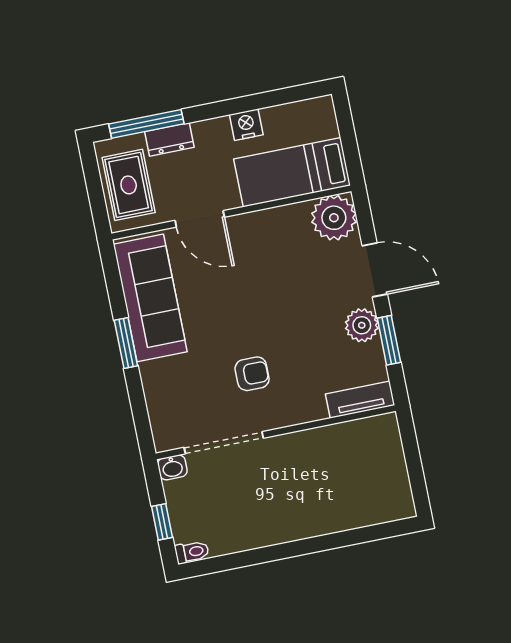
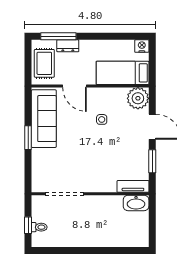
nightstand: (246, 125) -> (142, 46), moved
side table: (269, 276) -> (102, 119), added
plant: (362, 325) -> (141, 152), removed
armchair: (252, 374) -> (85, 164), removed
washbasin: (172, 467) -> (136, 203), moved, width x1.91, depth x1.45
toilet: (192, 552) -> (39, 227), moved

